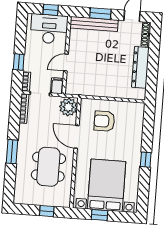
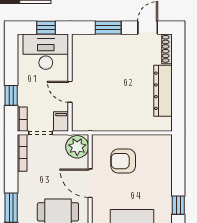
bench: (94, 24) -> (101, 41), removed
door: (66, 63) -> (70, 92), hinge flipped

